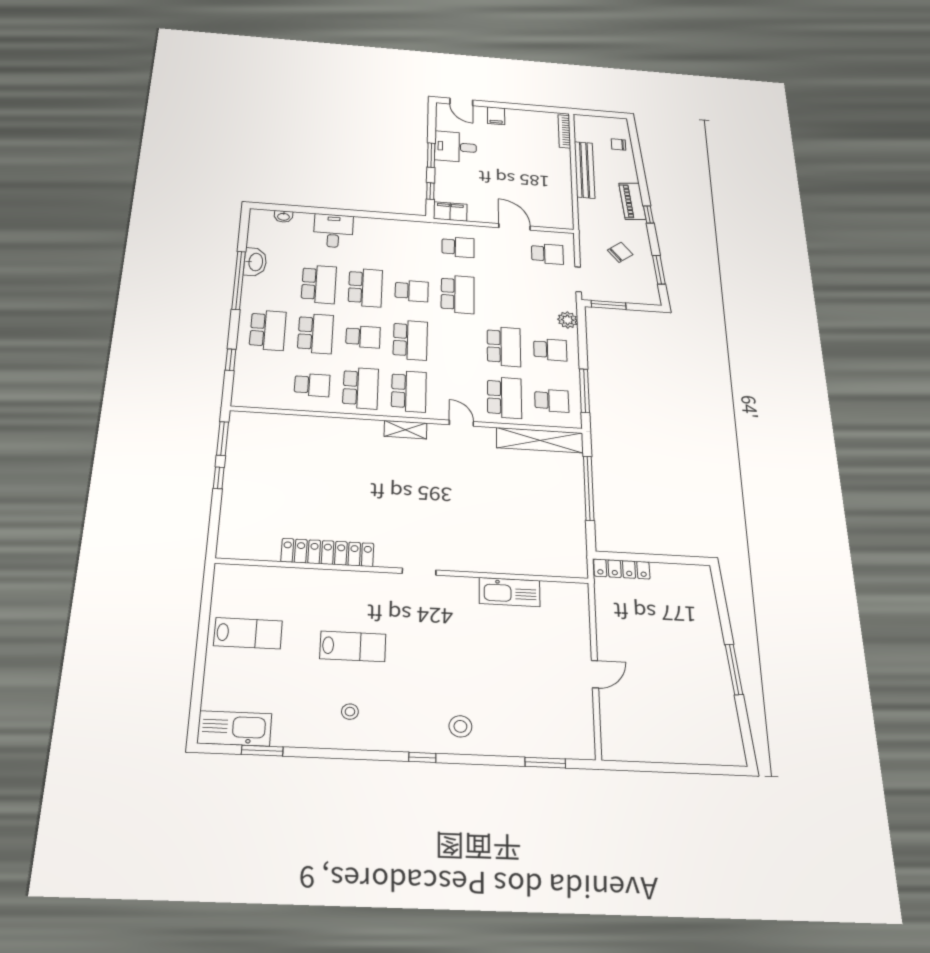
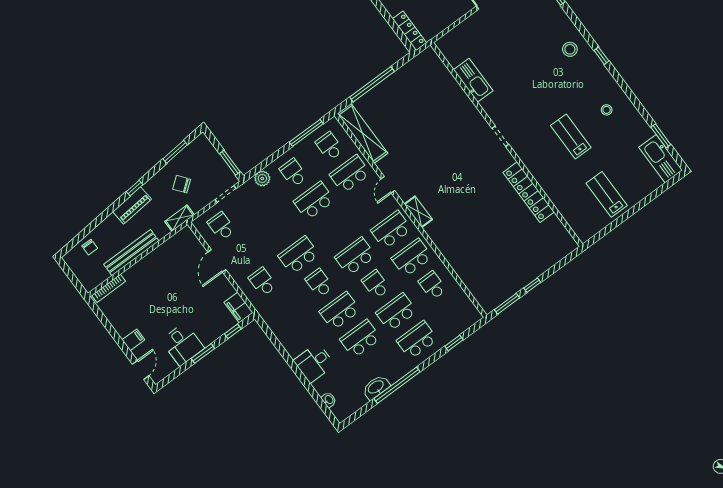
shelving: (586, 228) -> (180, 218), added

